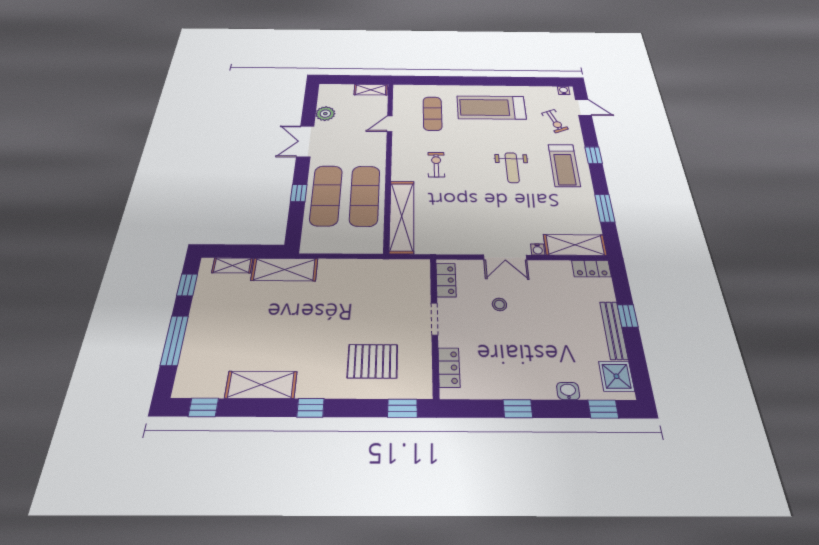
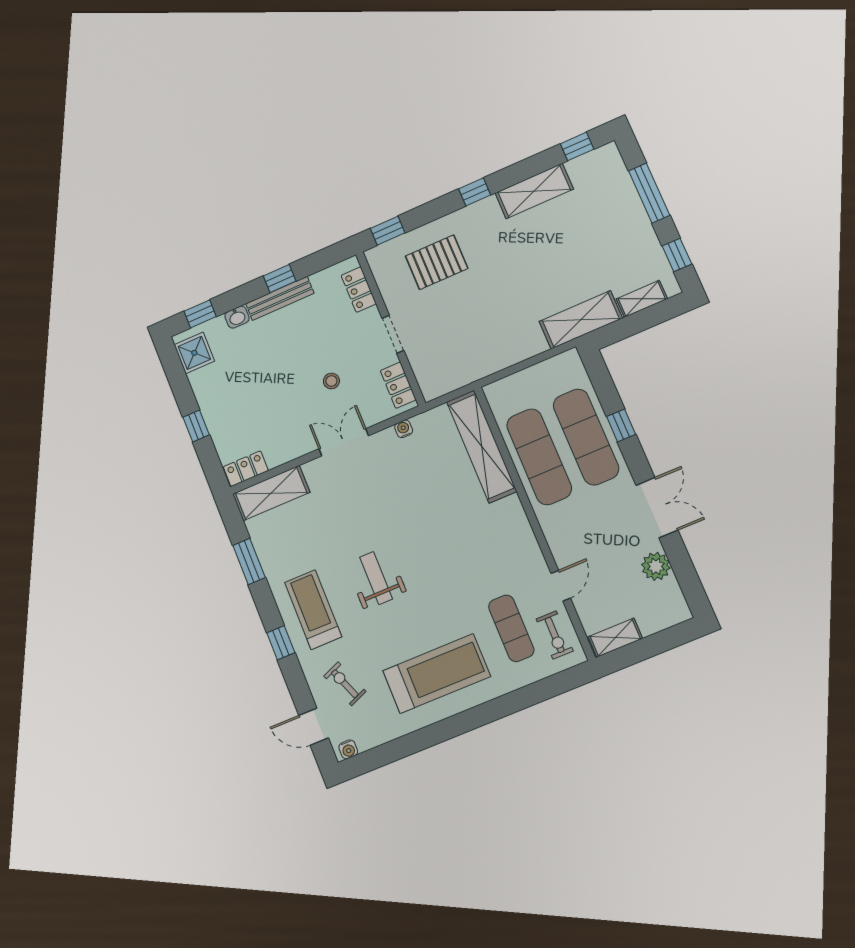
exercise bike: (436, 165) -> (555, 635), moved
water cooler: (538, 249) -> (404, 429), moved
bench: (614, 330) -> (280, 298), moved, turned 90

